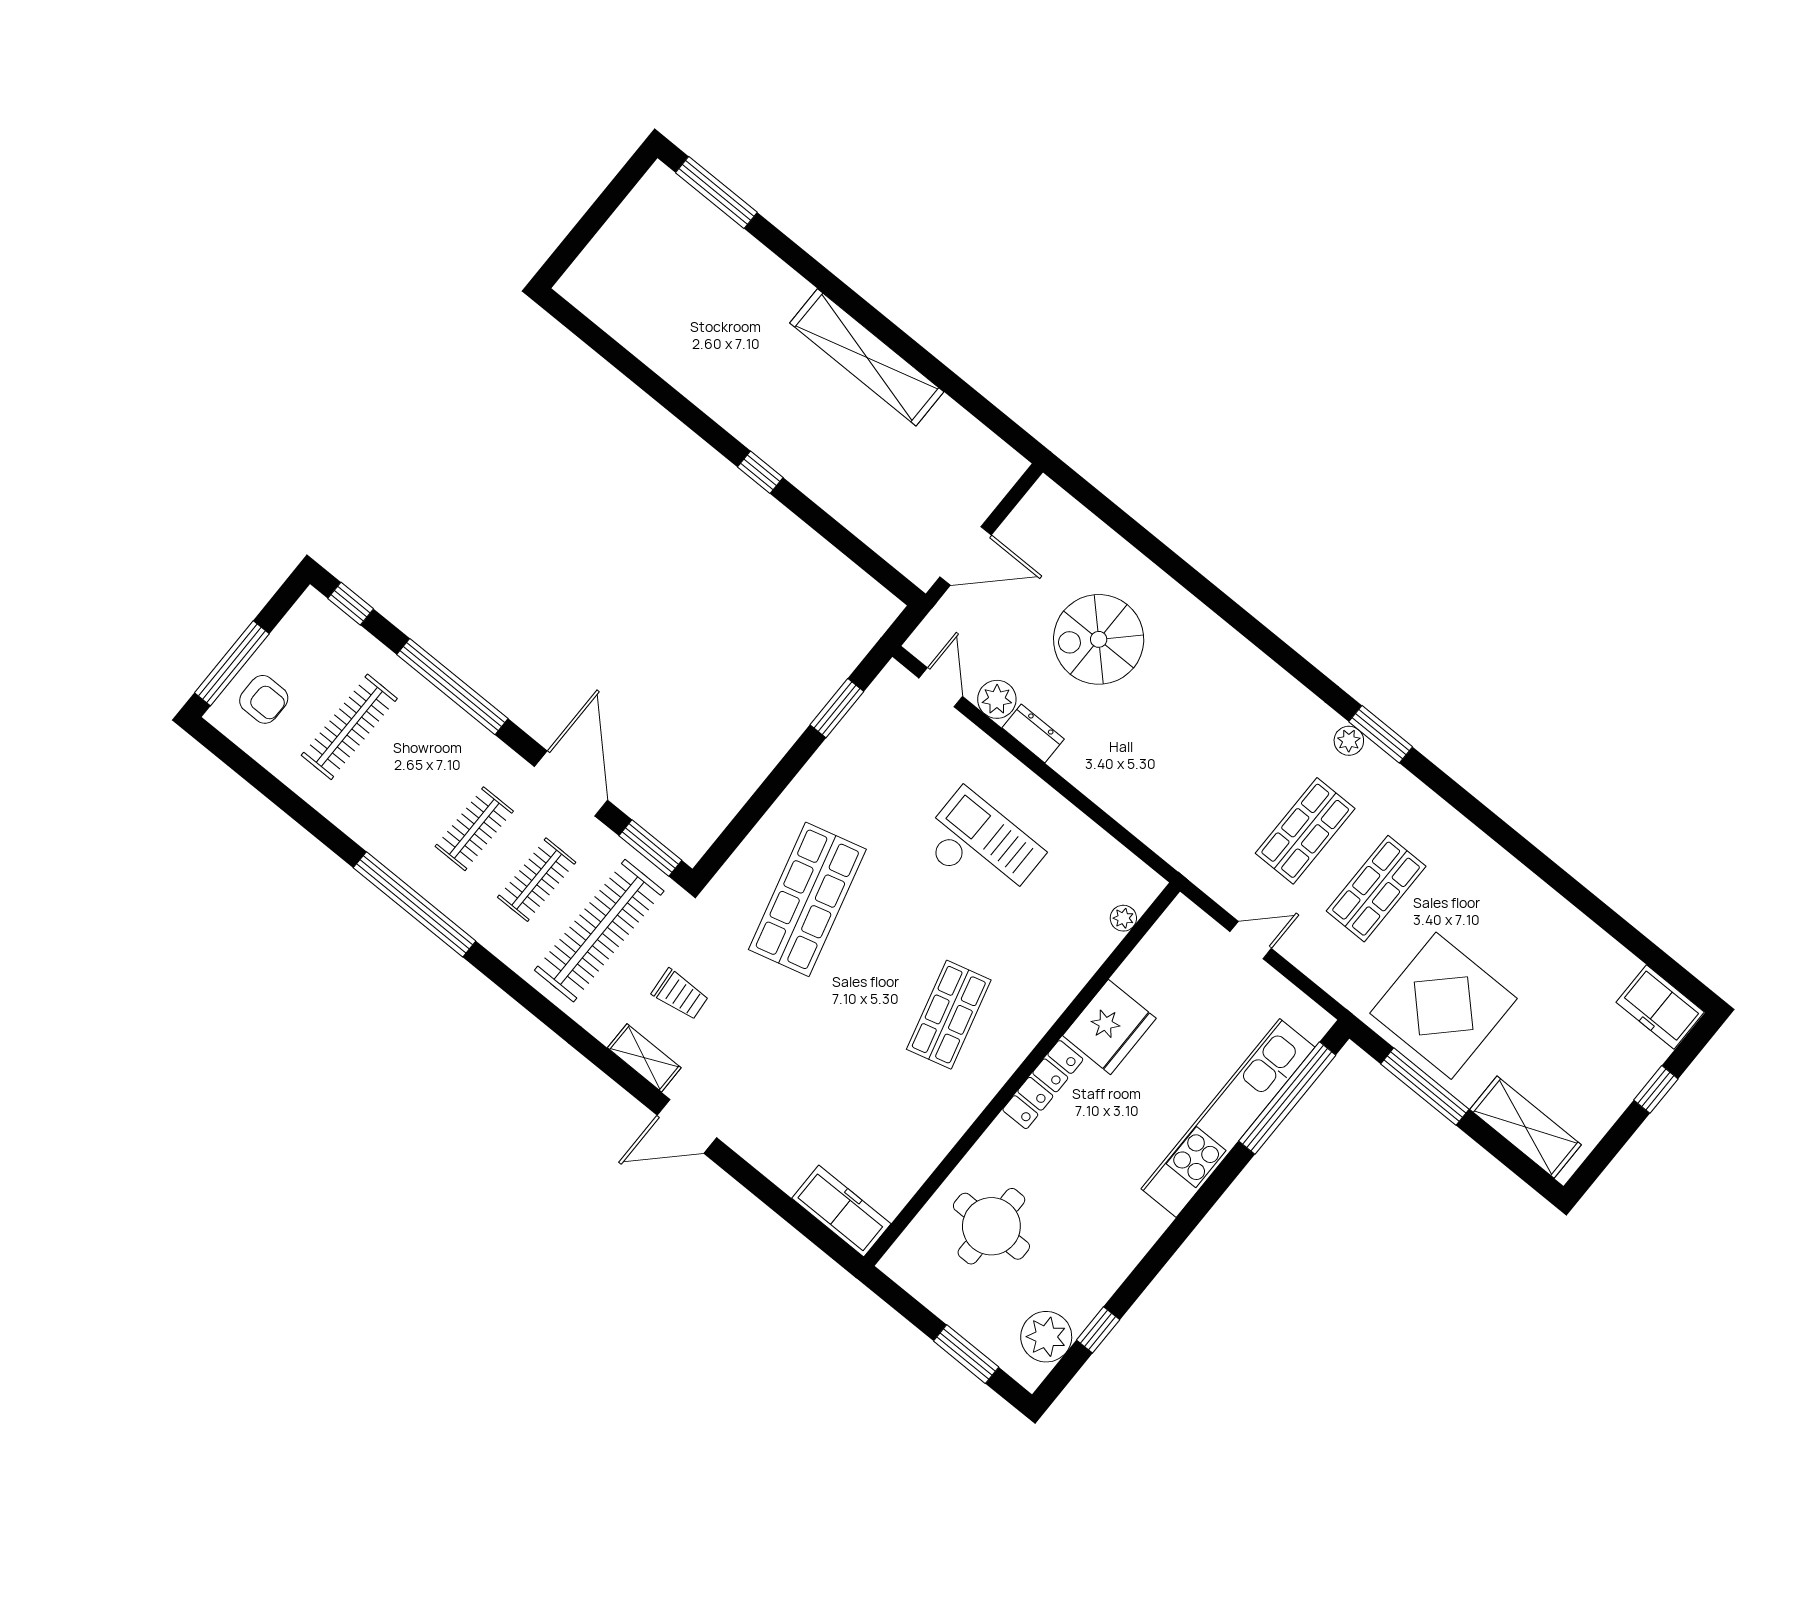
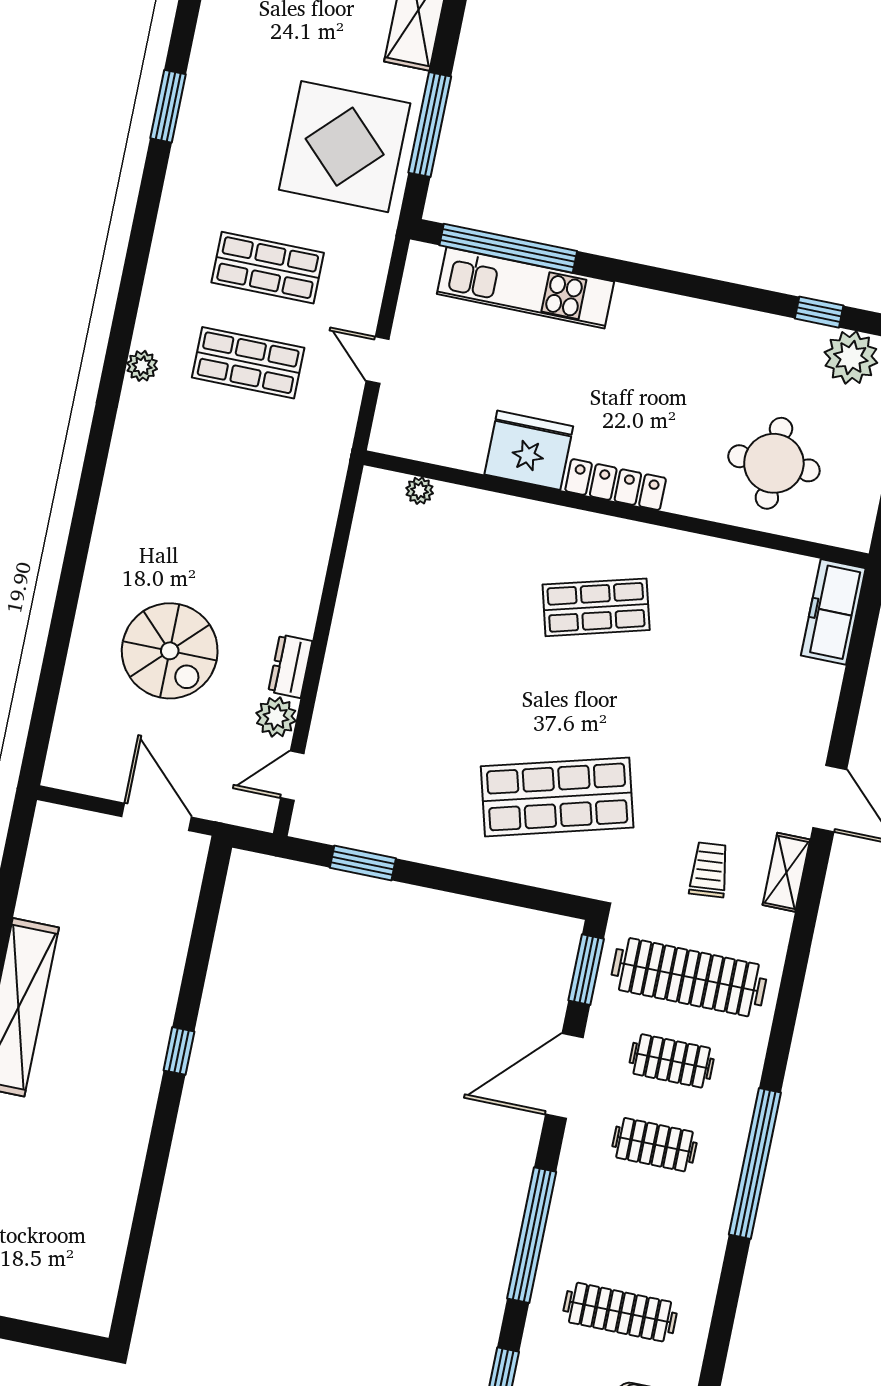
window: (1381, 734) -> (168, 106), moved
checkout: (981, 847) -> (423, 659), removed
kitchen unit: (1228, 1118) -> (525, 288), width x0.73

